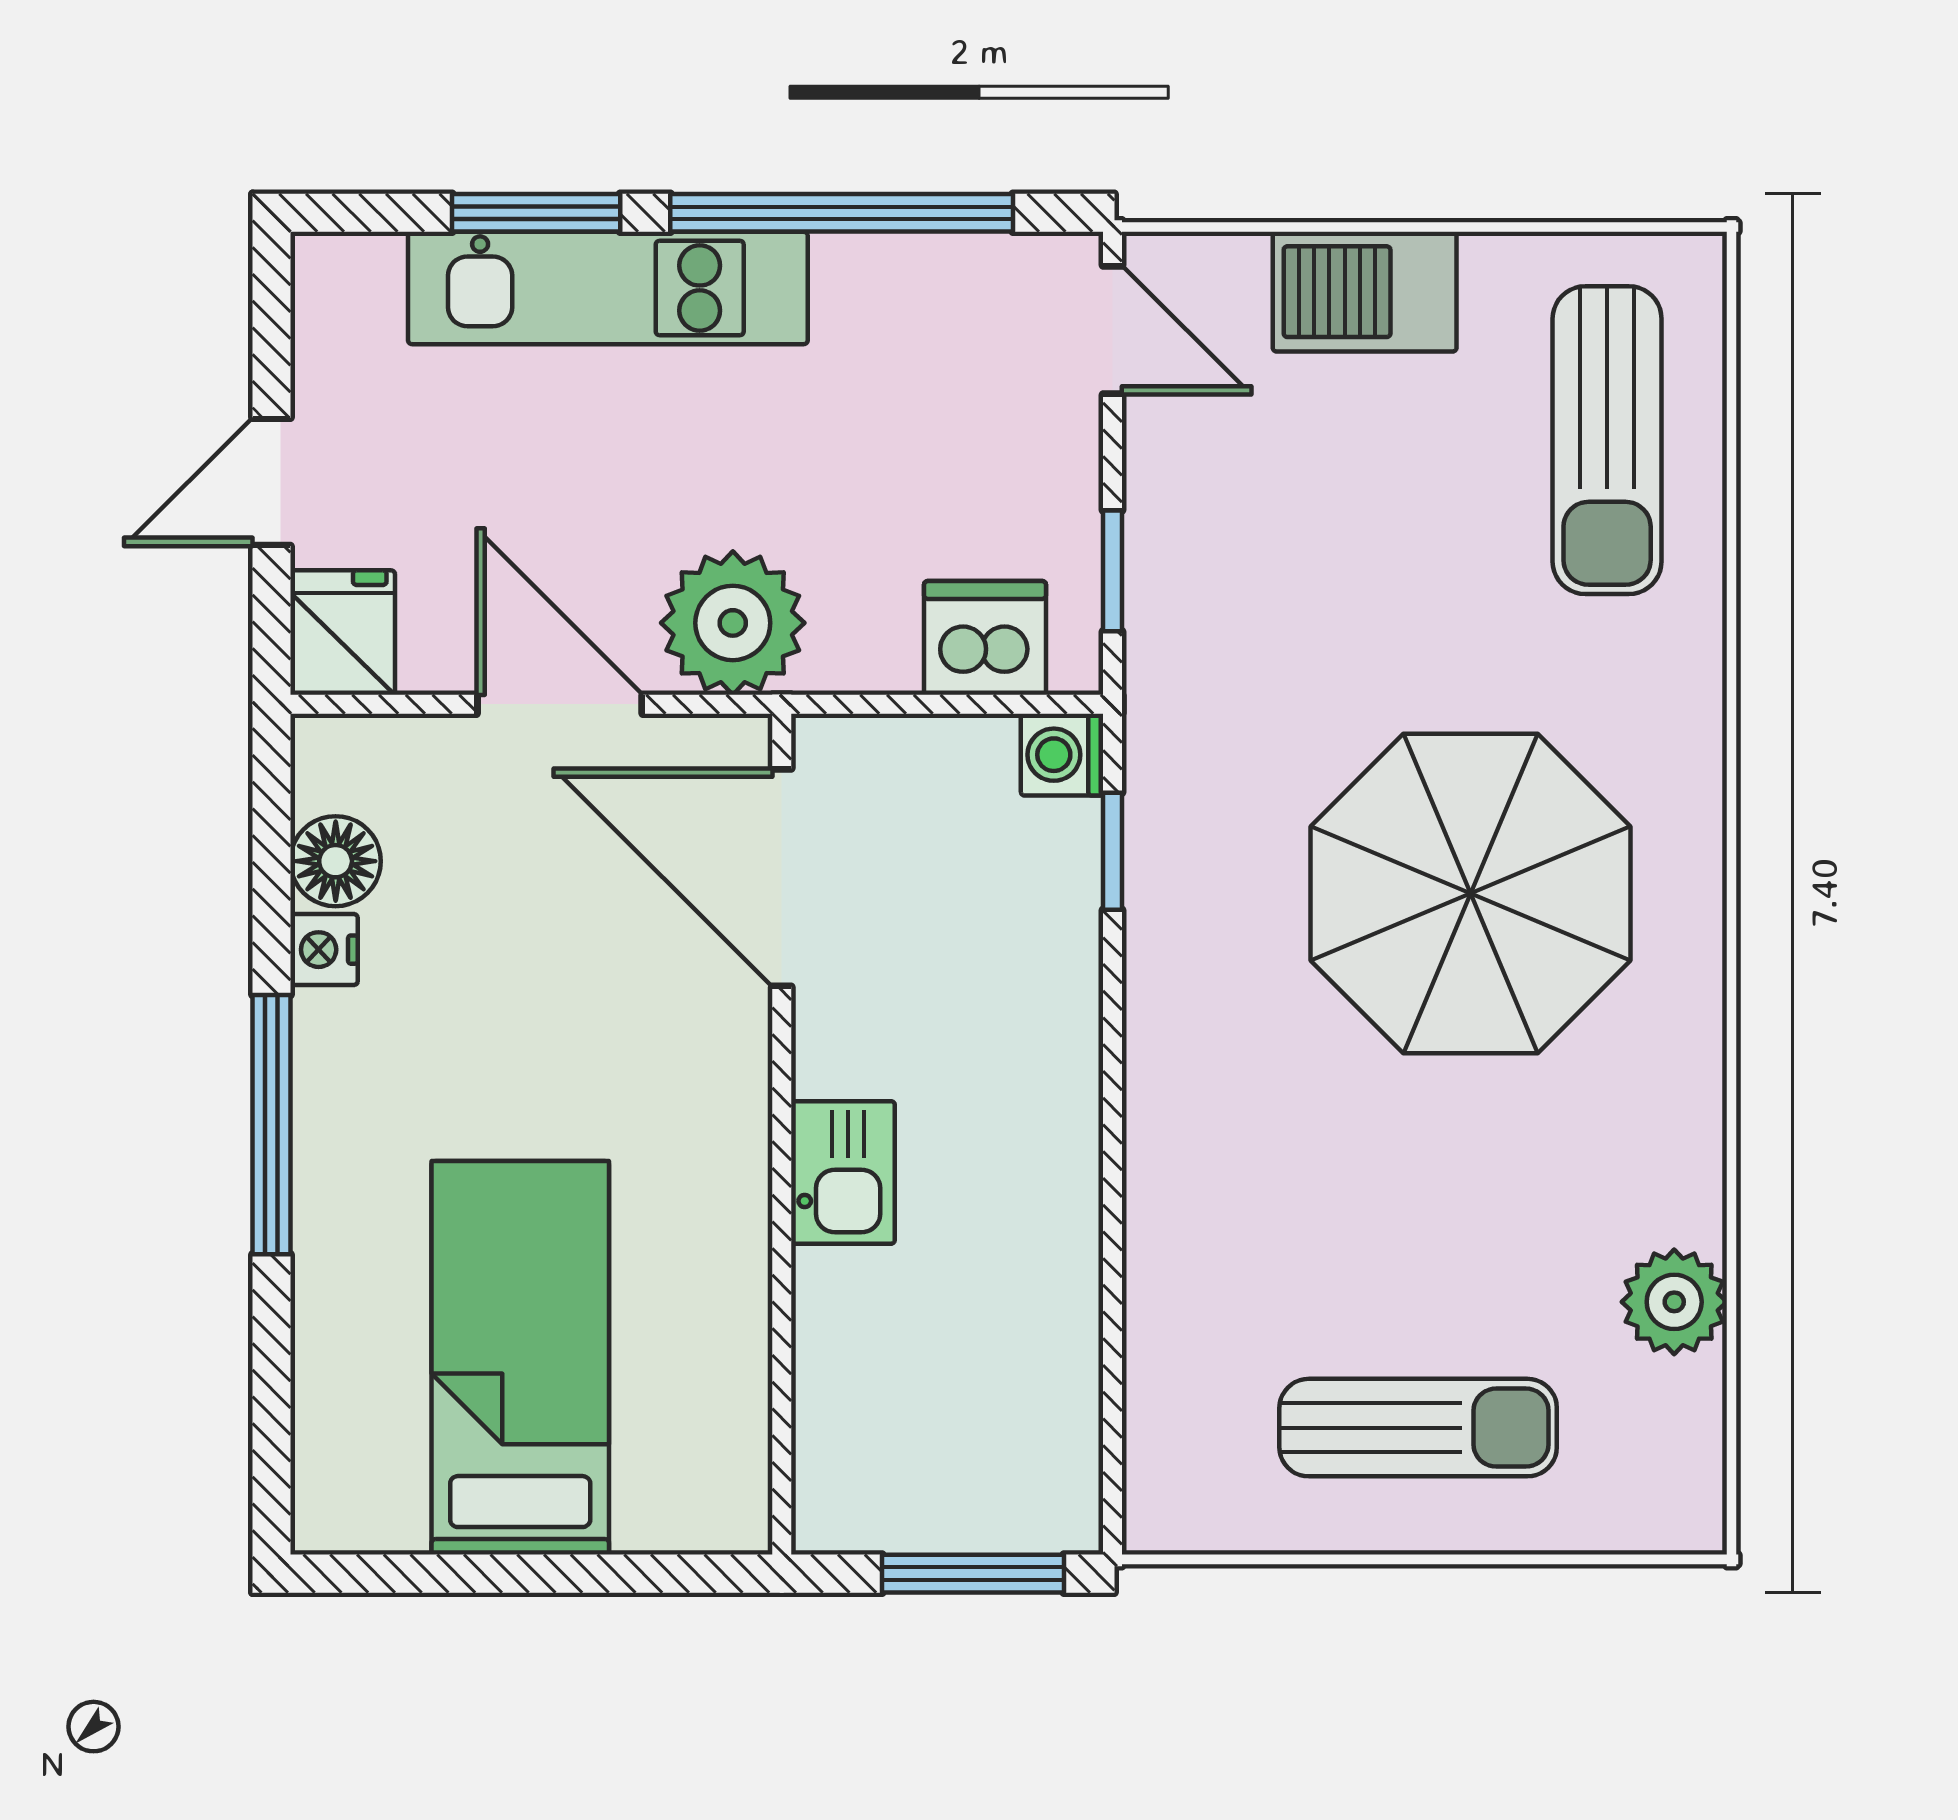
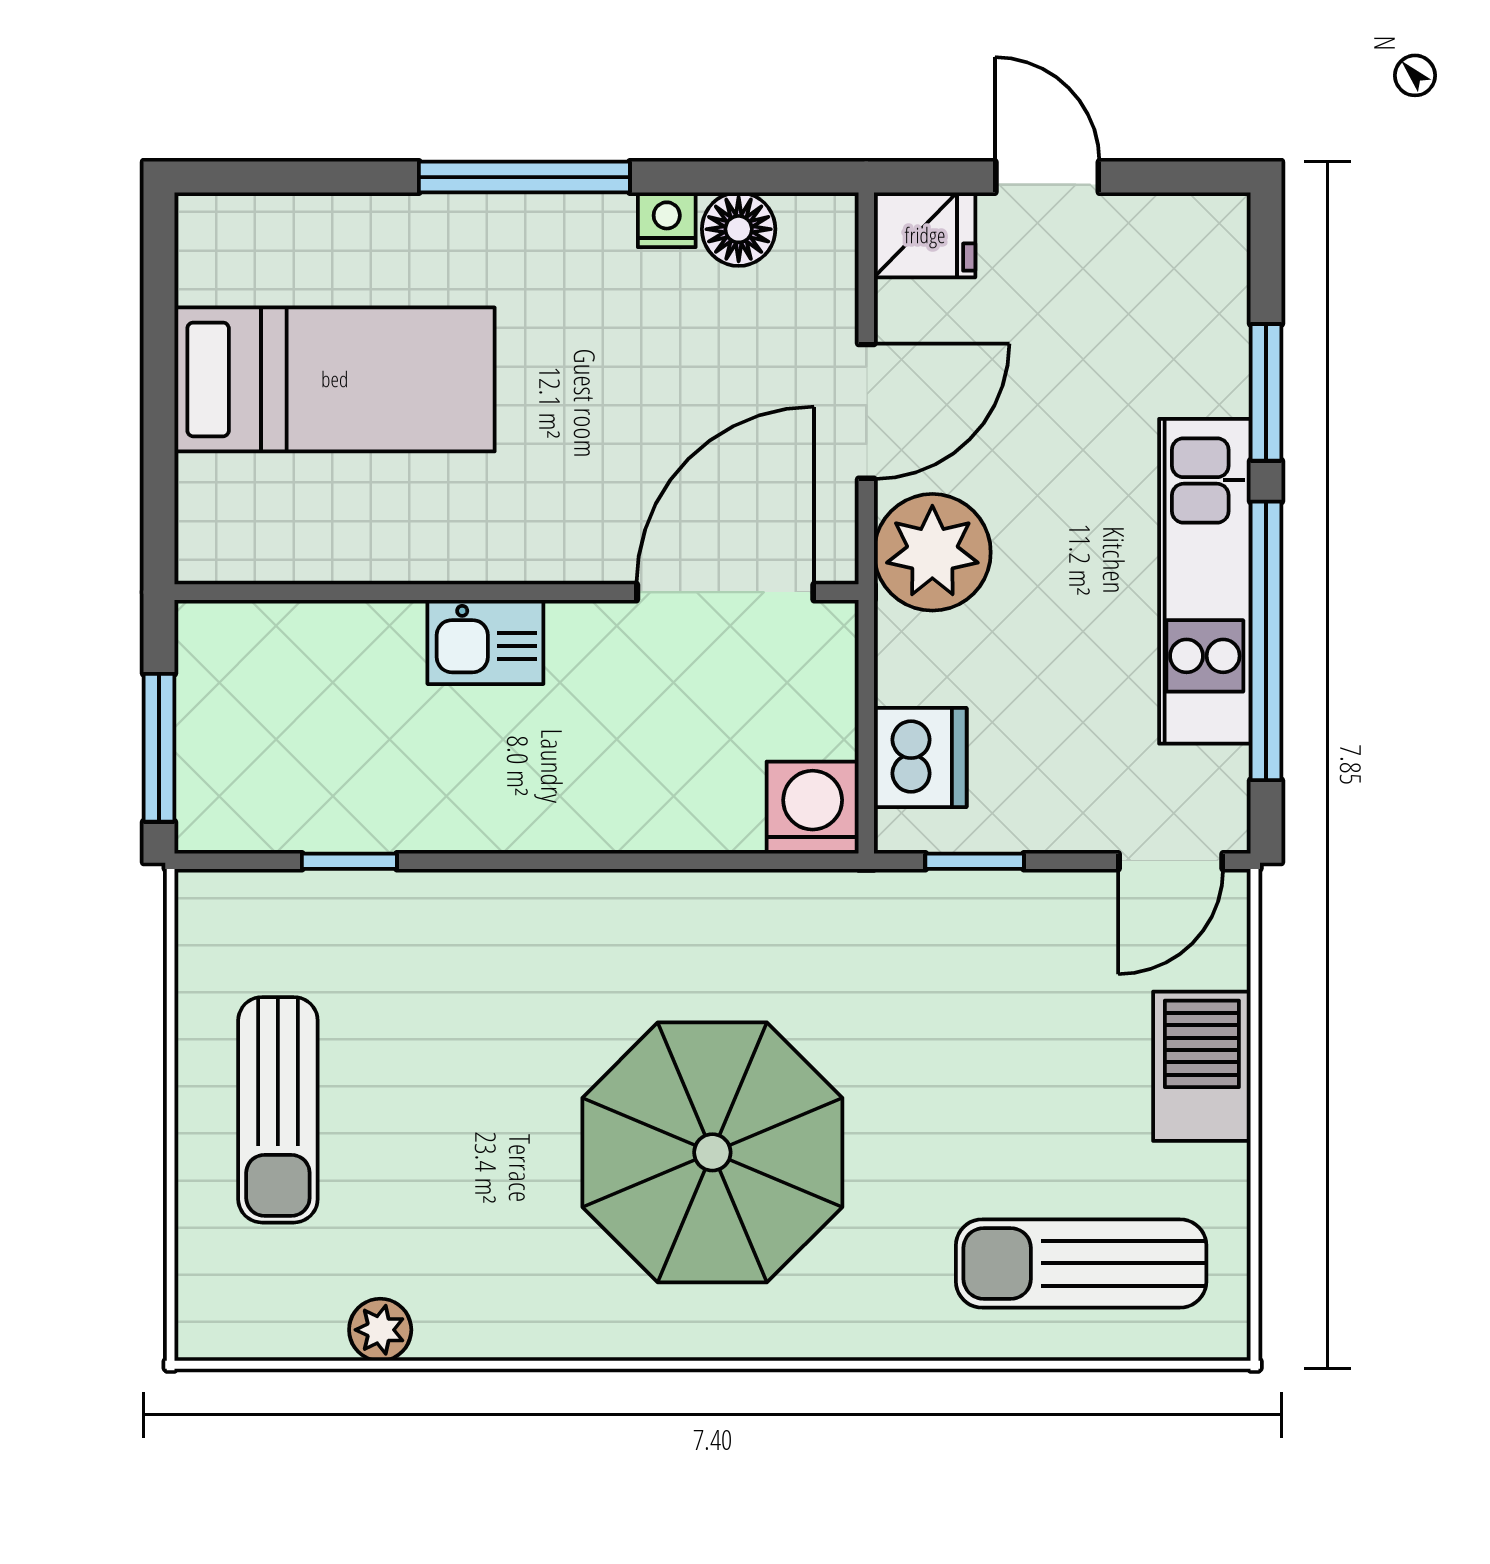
kitchen unit: (608, 288) -> (1205, 581), moved
washing machine: (1062, 755) -> (813, 808), width x1.38, depth x1.38
window: (1113, 851) -> (349, 861), moved
plant: (1674, 1302) -> (380, 1330), width x0.73, depth x0.73

